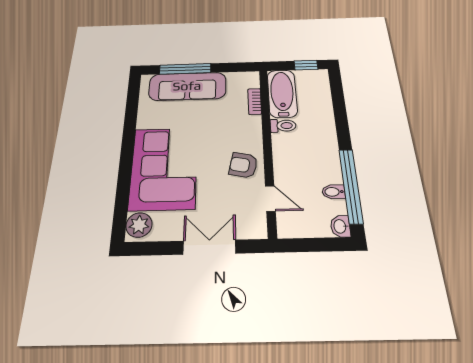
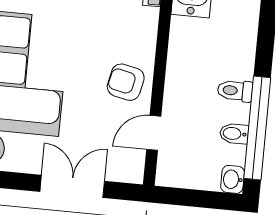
toilet: (283, 126) -> (235, 91), moved, turned 180
door: (270, 198) -> (154, 133), swing flipped

